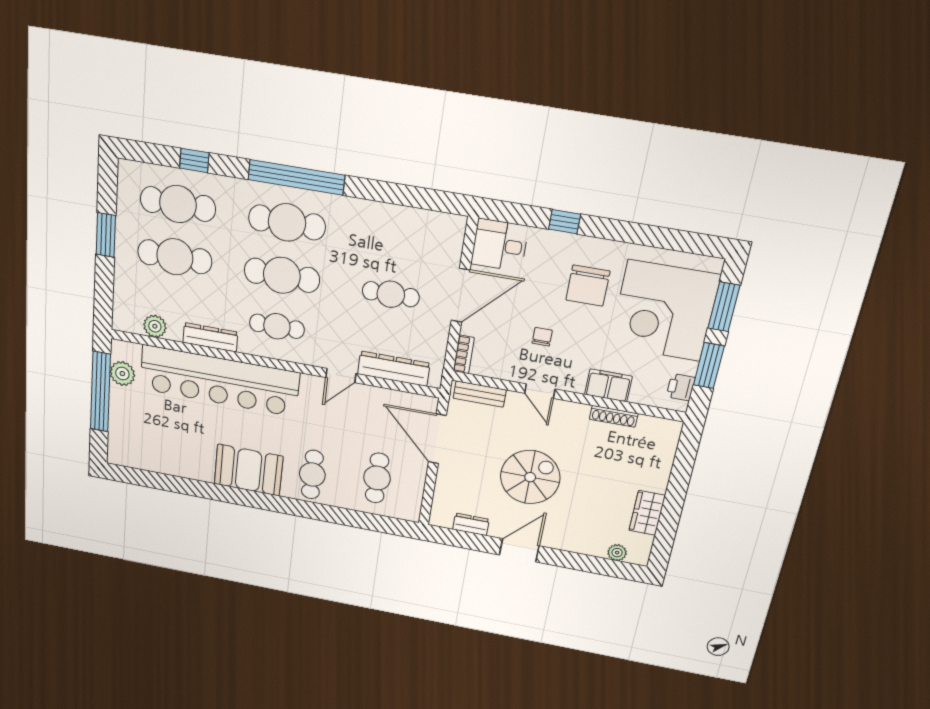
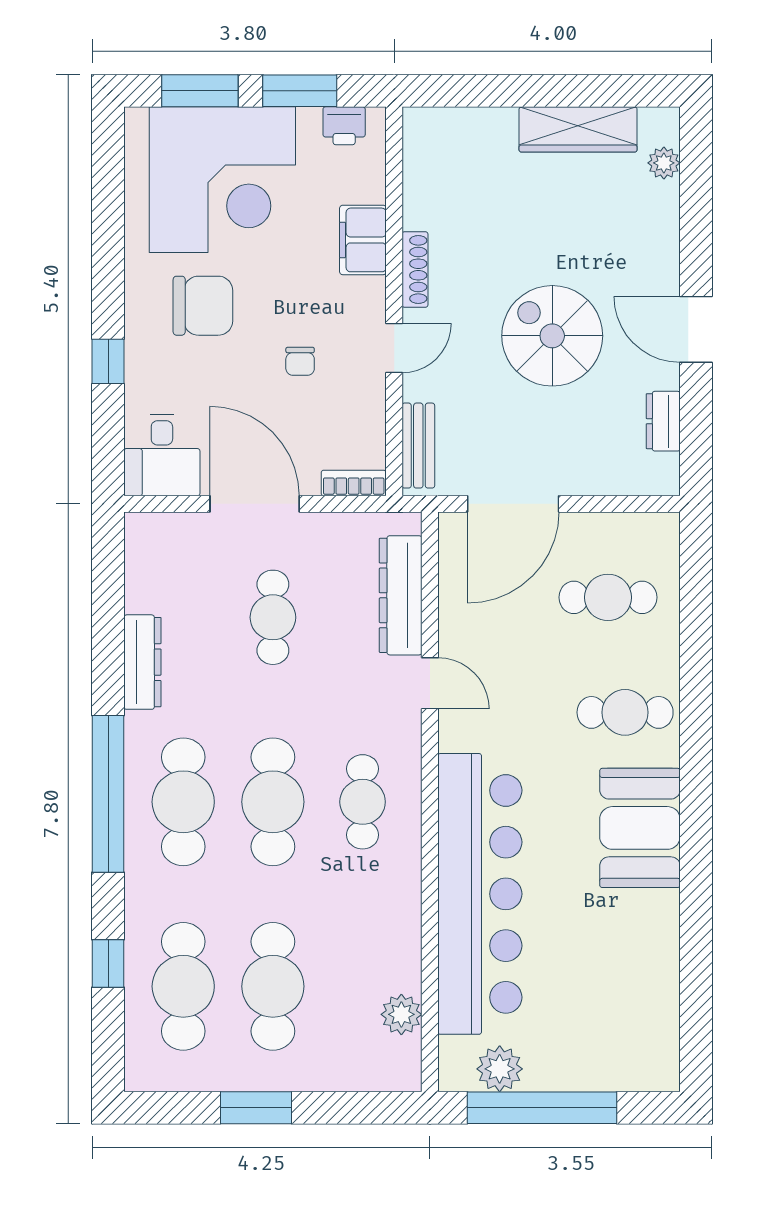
dresser: (210, 337) -> (142, 662), moved, turned 180
chair: (542, 337) -> (300, 361), turned -90
shoe rack: (614, 416) -> (415, 269), moved
wardrobe: (647, 513) -> (578, 129), width x1.50

